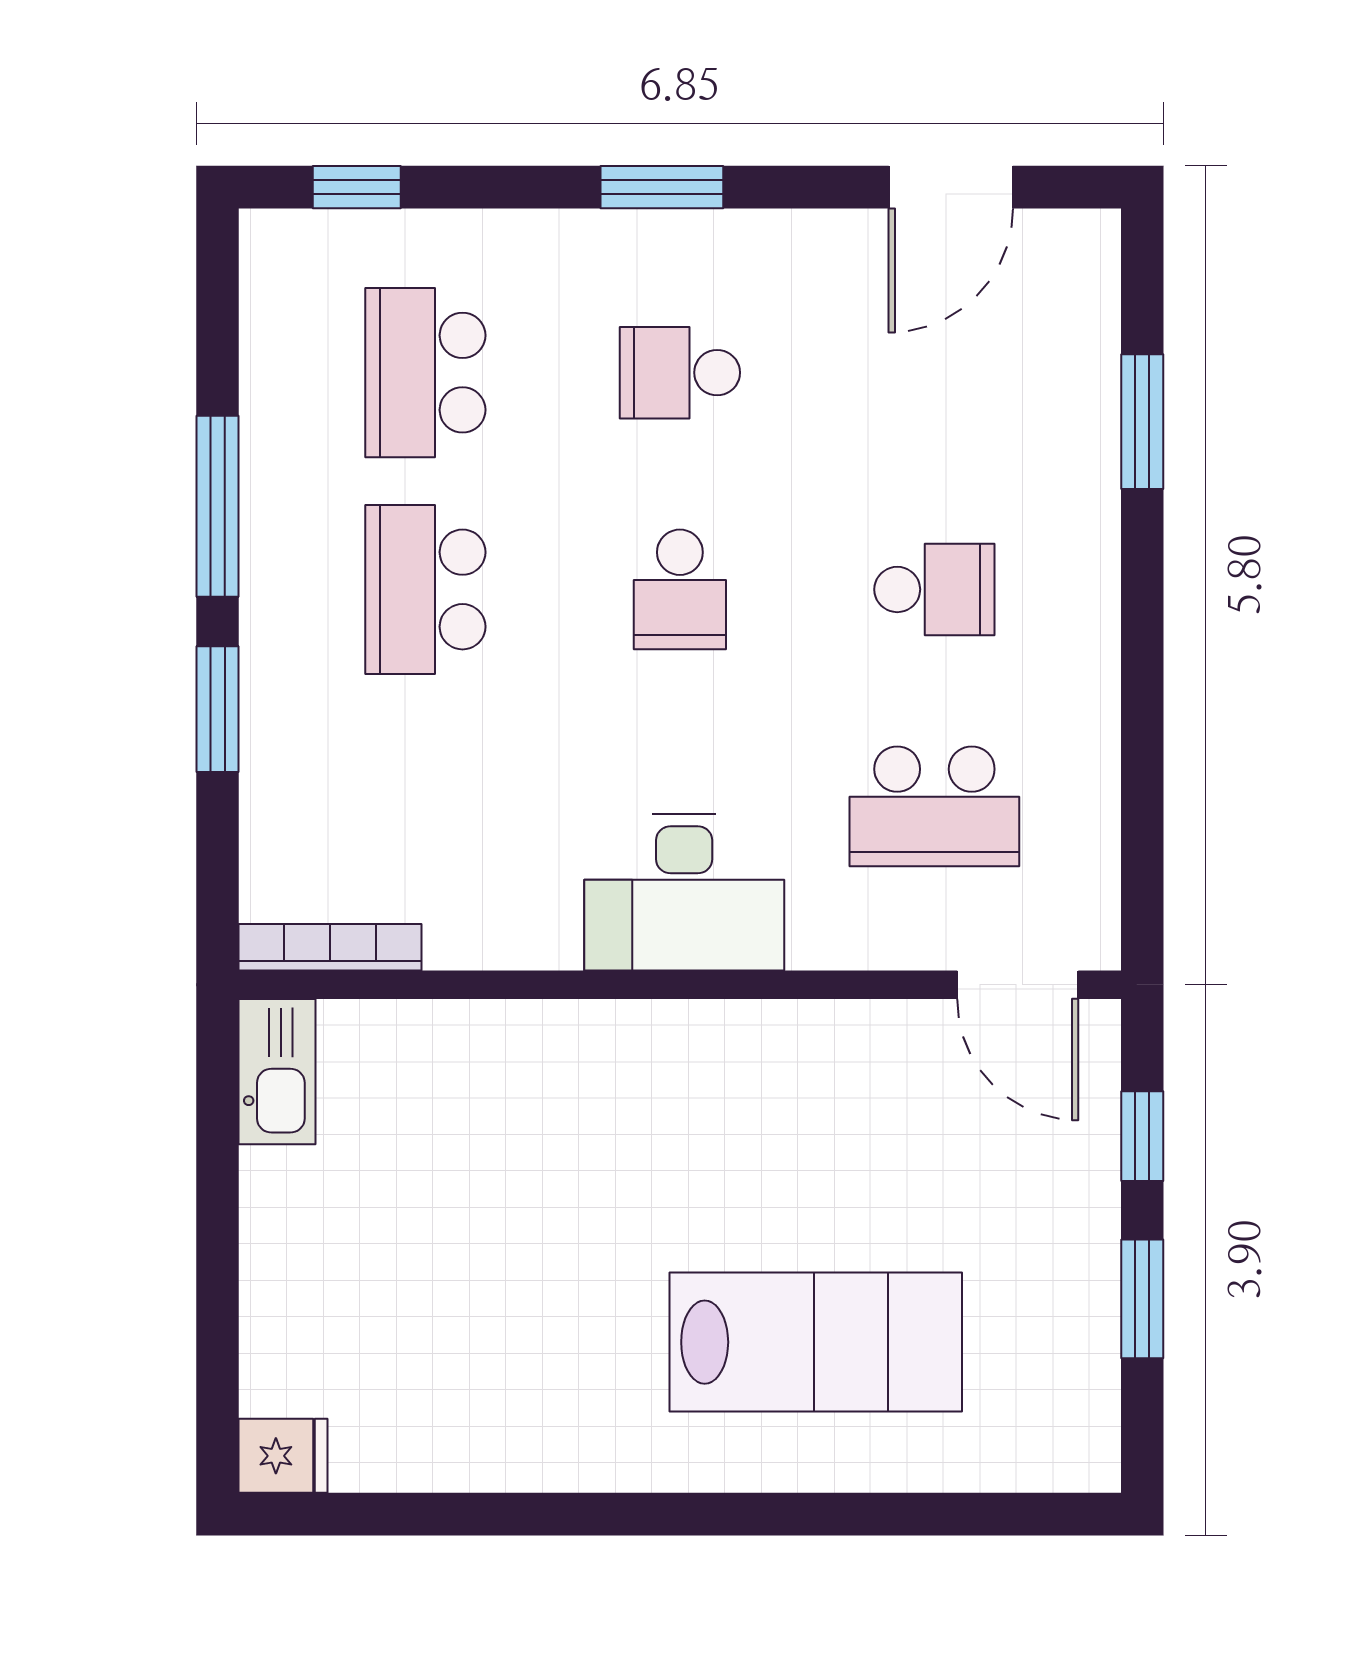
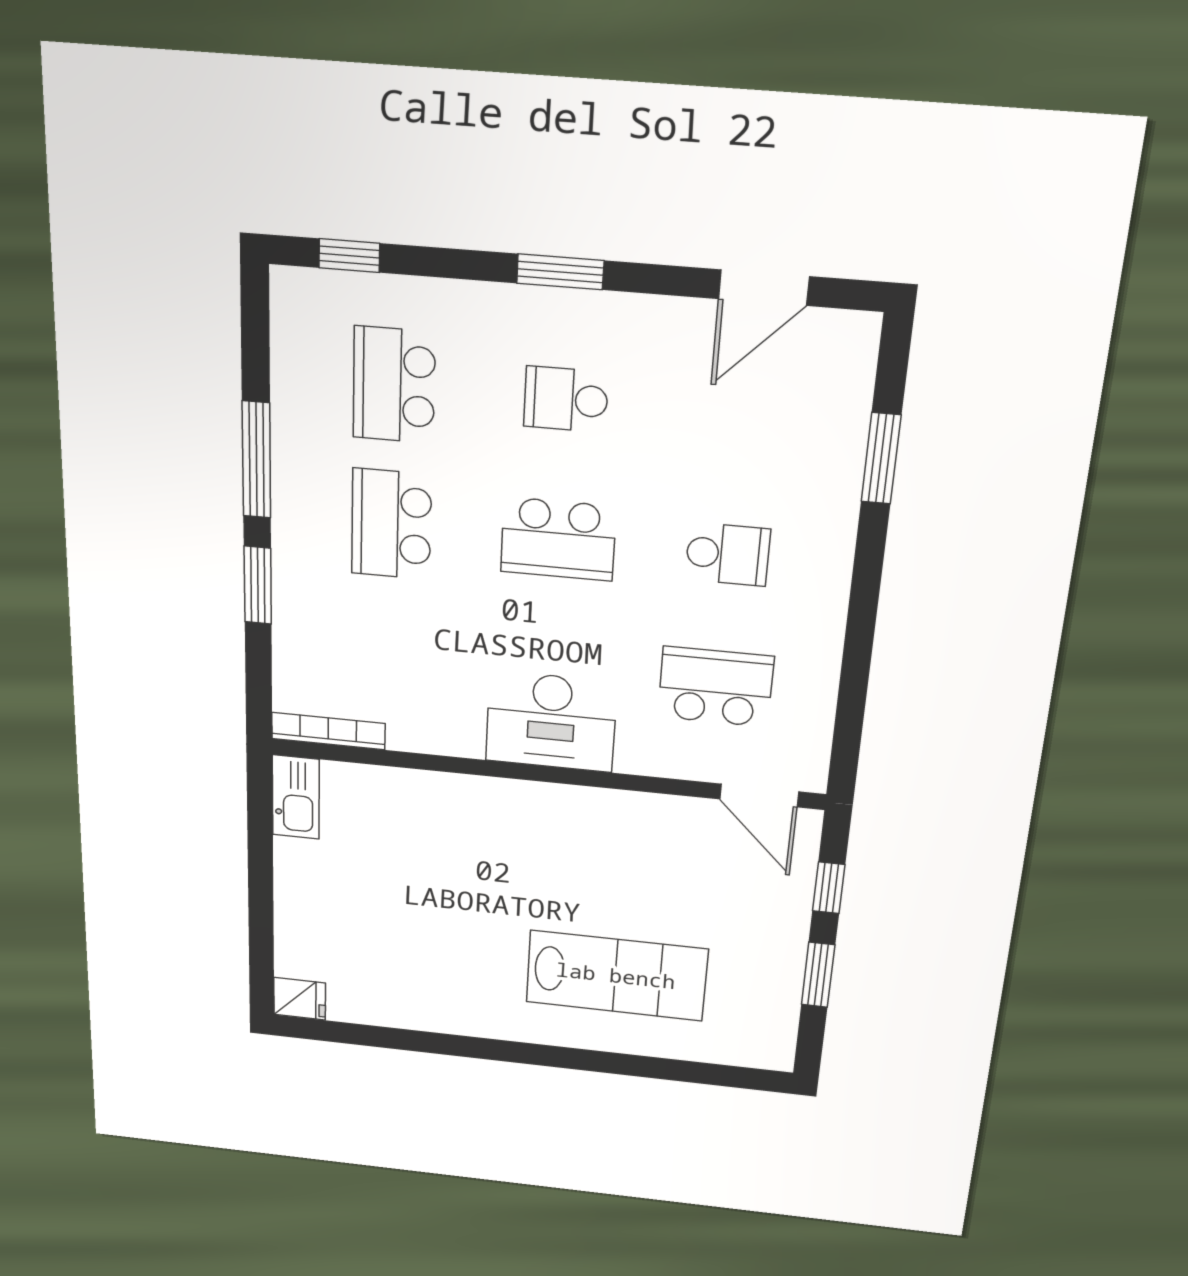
school desk: (680, 589) -> (558, 539), width x1.85
school desk: (934, 806) -> (716, 687), turned 180

